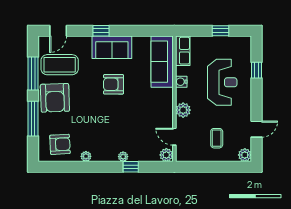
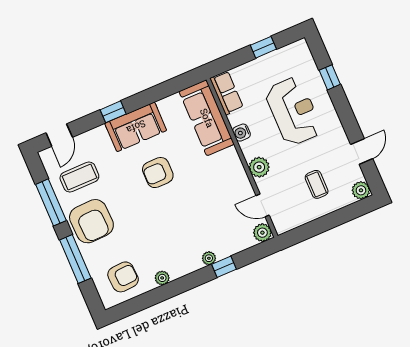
coffee table: (60, 65) -> (79, 177), width x0.73, depth x0.76

